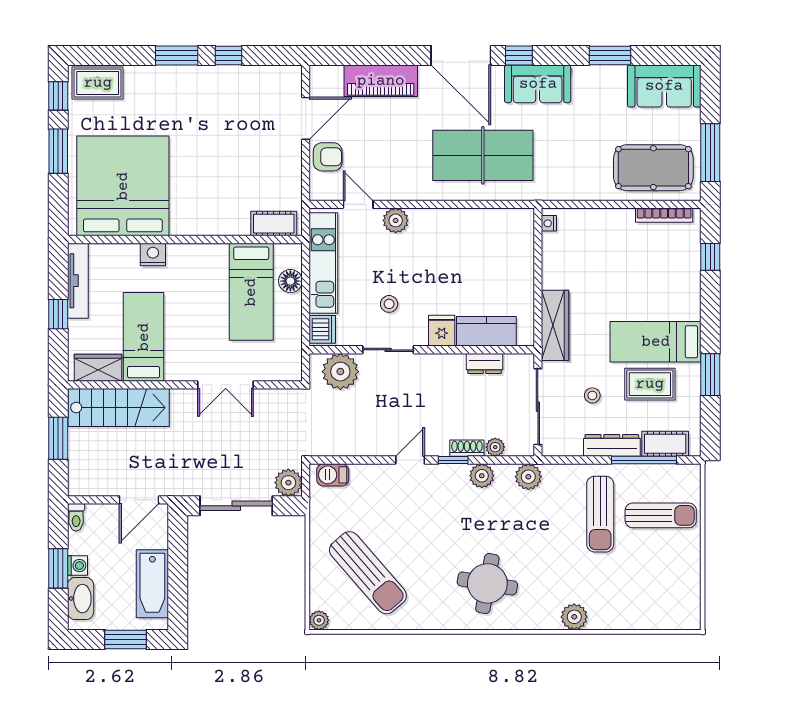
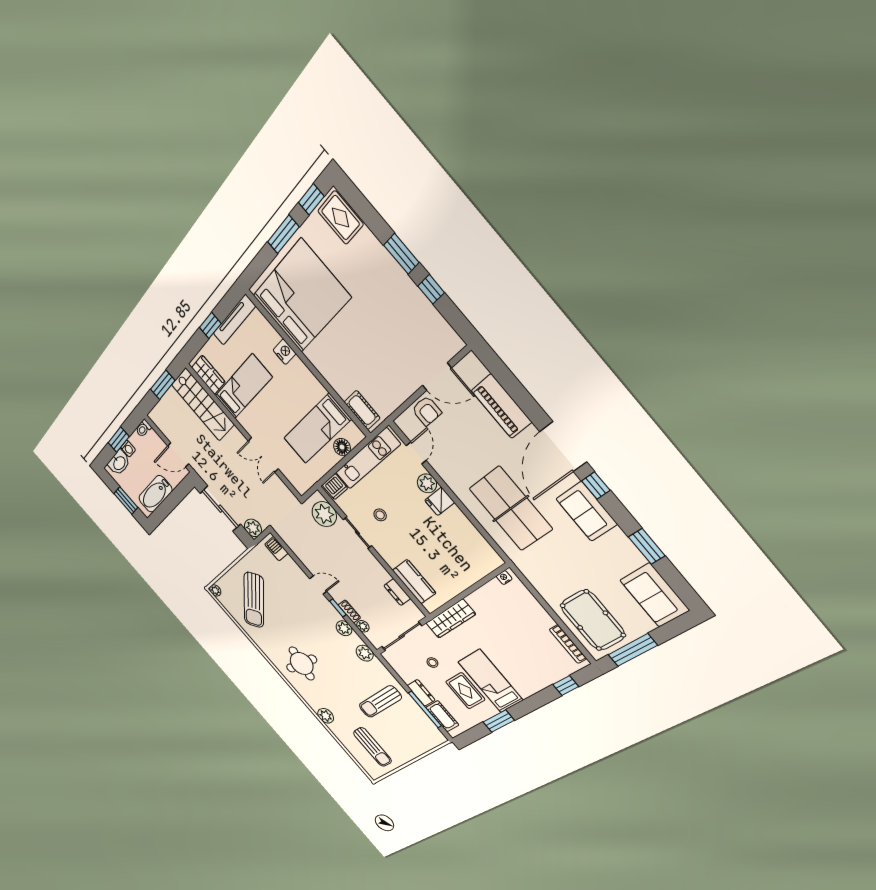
fridge: (442, 331) -> (440, 501), moved, turned 180
dresser: (612, 445) -> (421, 693), width x0.70
sun lounger: (661, 515) -> (372, 747), moved

